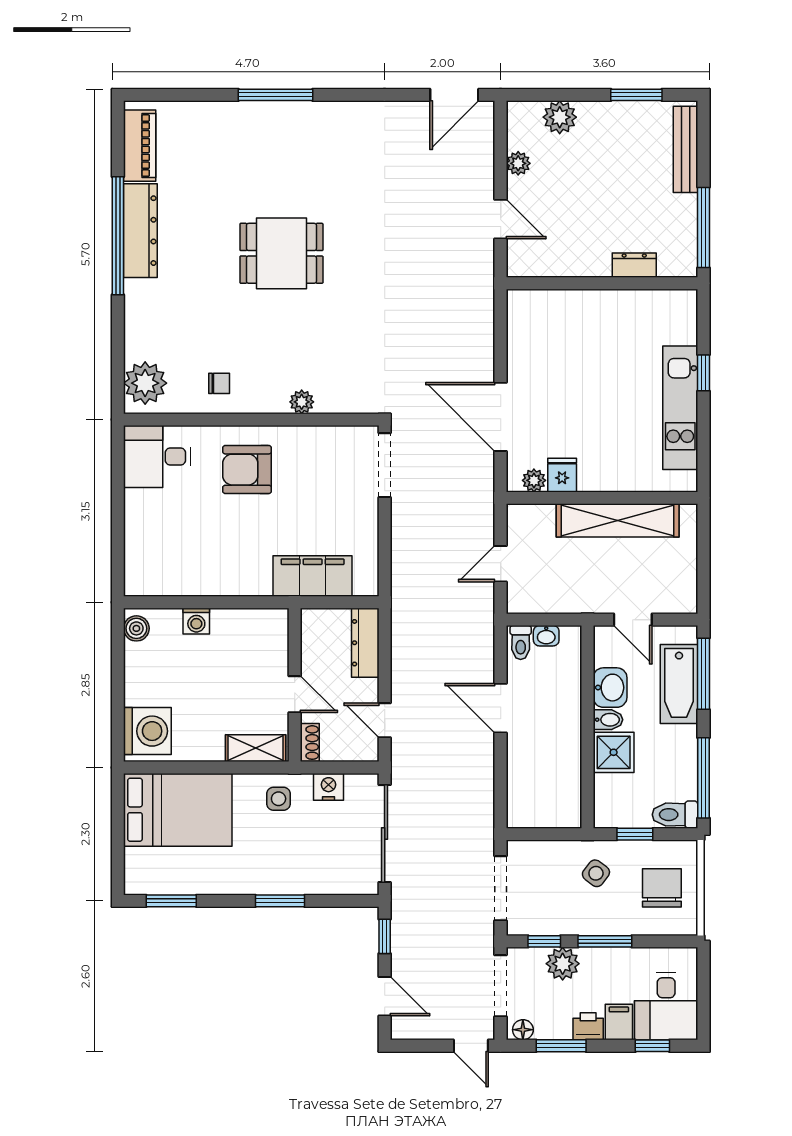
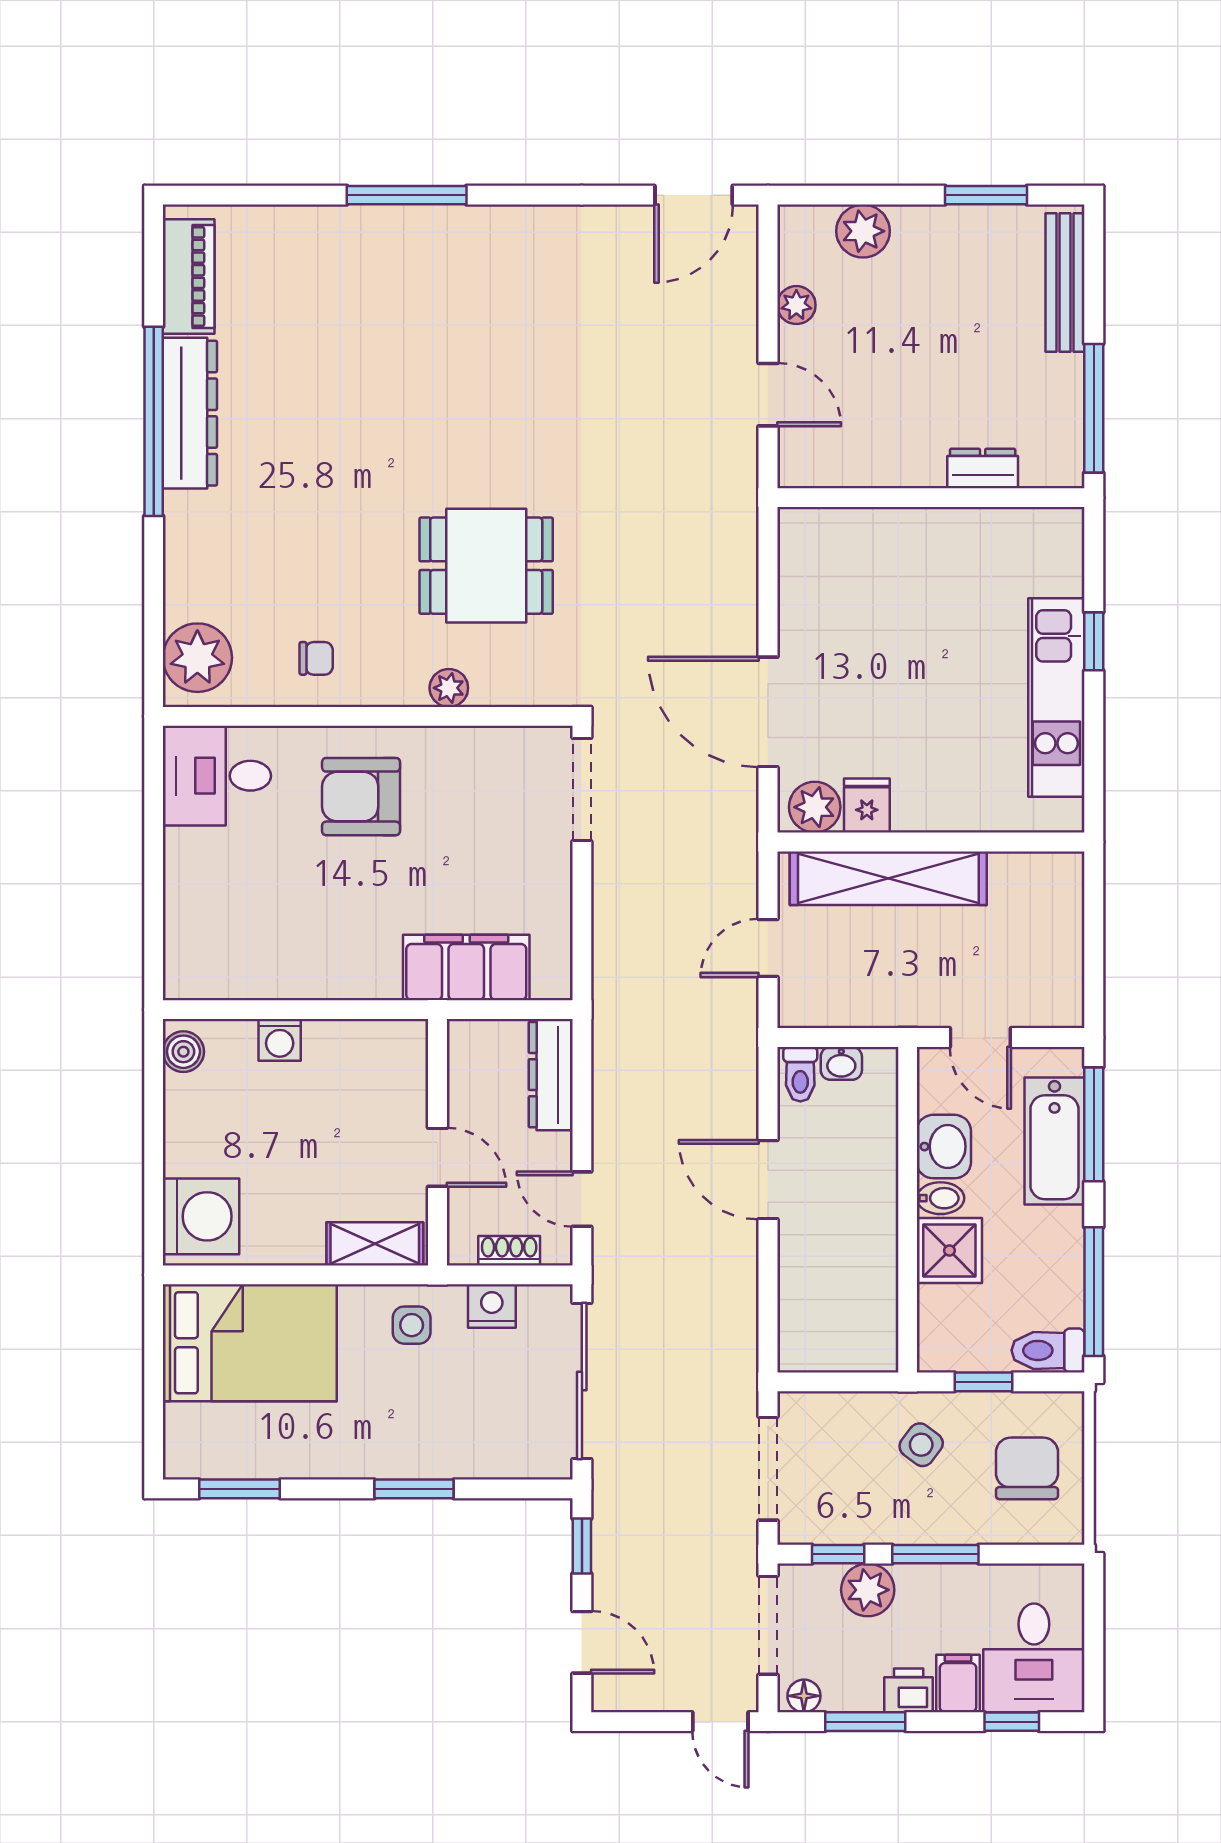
dining table: (281, 253) -> (486, 566), moved
plant: (534, 480) -> (815, 807), width x1.38, depth x1.38
shelving: (618, 520) -> (888, 878), moved
shoe rack: (310, 743) -> (509, 1251), moved, turned -90

